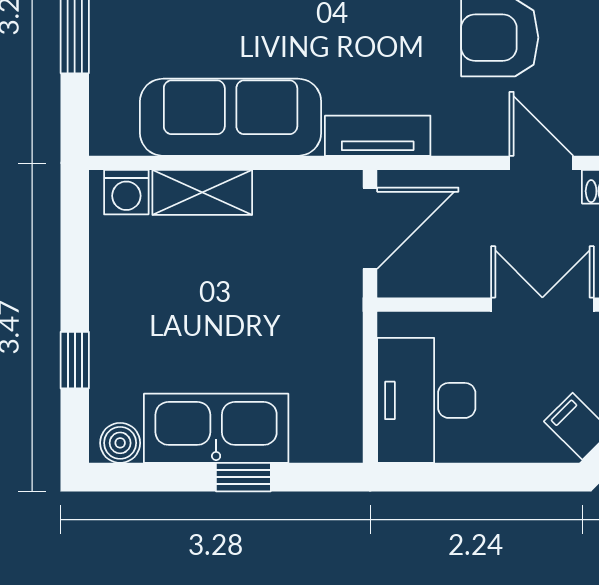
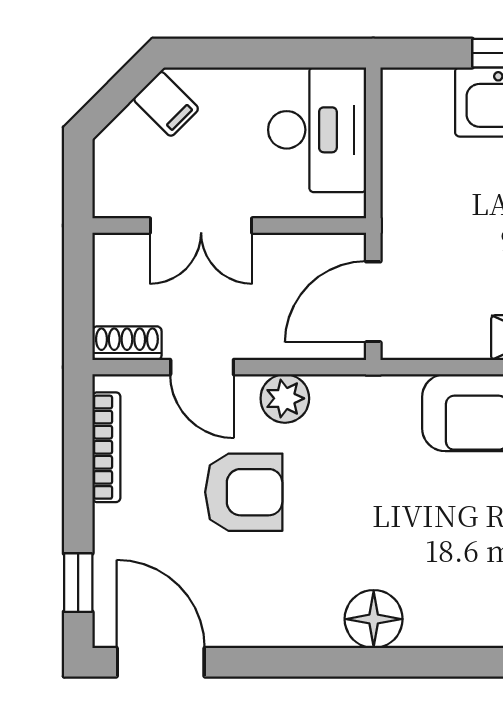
plant: (459, 131) -> (285, 398), added
tv unit: (378, 136) -> (366, 394), removed

